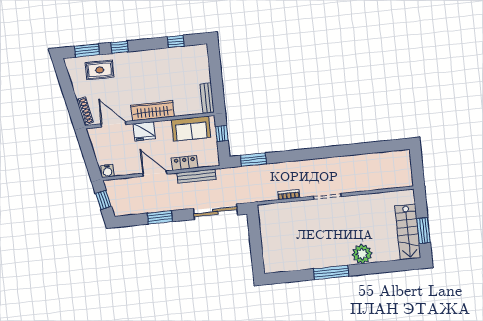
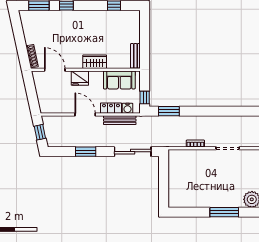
rug: (100, 70) -> (48, 23), removed
wardrobe: (153, 111) -> (95, 62), width x0.67
window: (222, 134) -> (145, 97), moved
water cooler: (107, 171) -> (128, 108), moved

